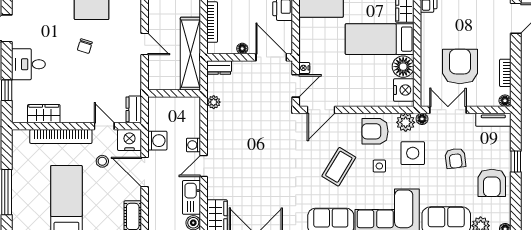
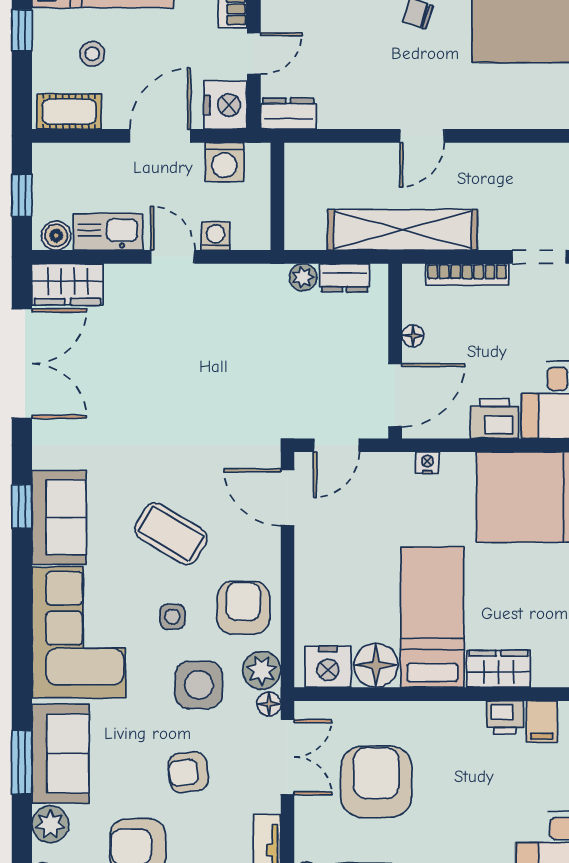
armchair: (460, 66) -> (376, 782), turned -90
dresser: (219, 67) -> (345, 278), moved, turned -90
nightstand: (304, 68) -> (427, 463), moved
door: (296, 86) -> (336, 445), hinge flipped
wall: (174, 93) -> (277, 196), moved
stool: (102, 161) -> (92, 54), moved

